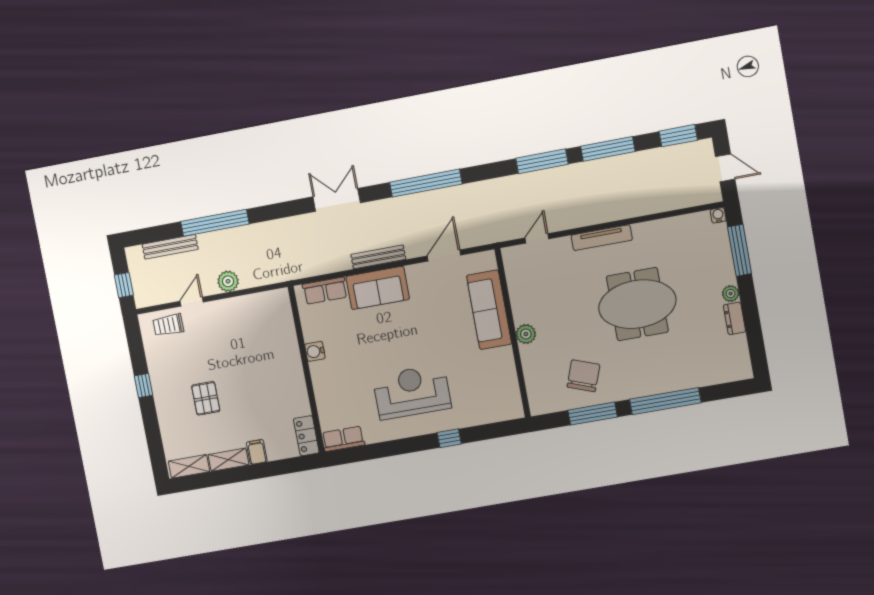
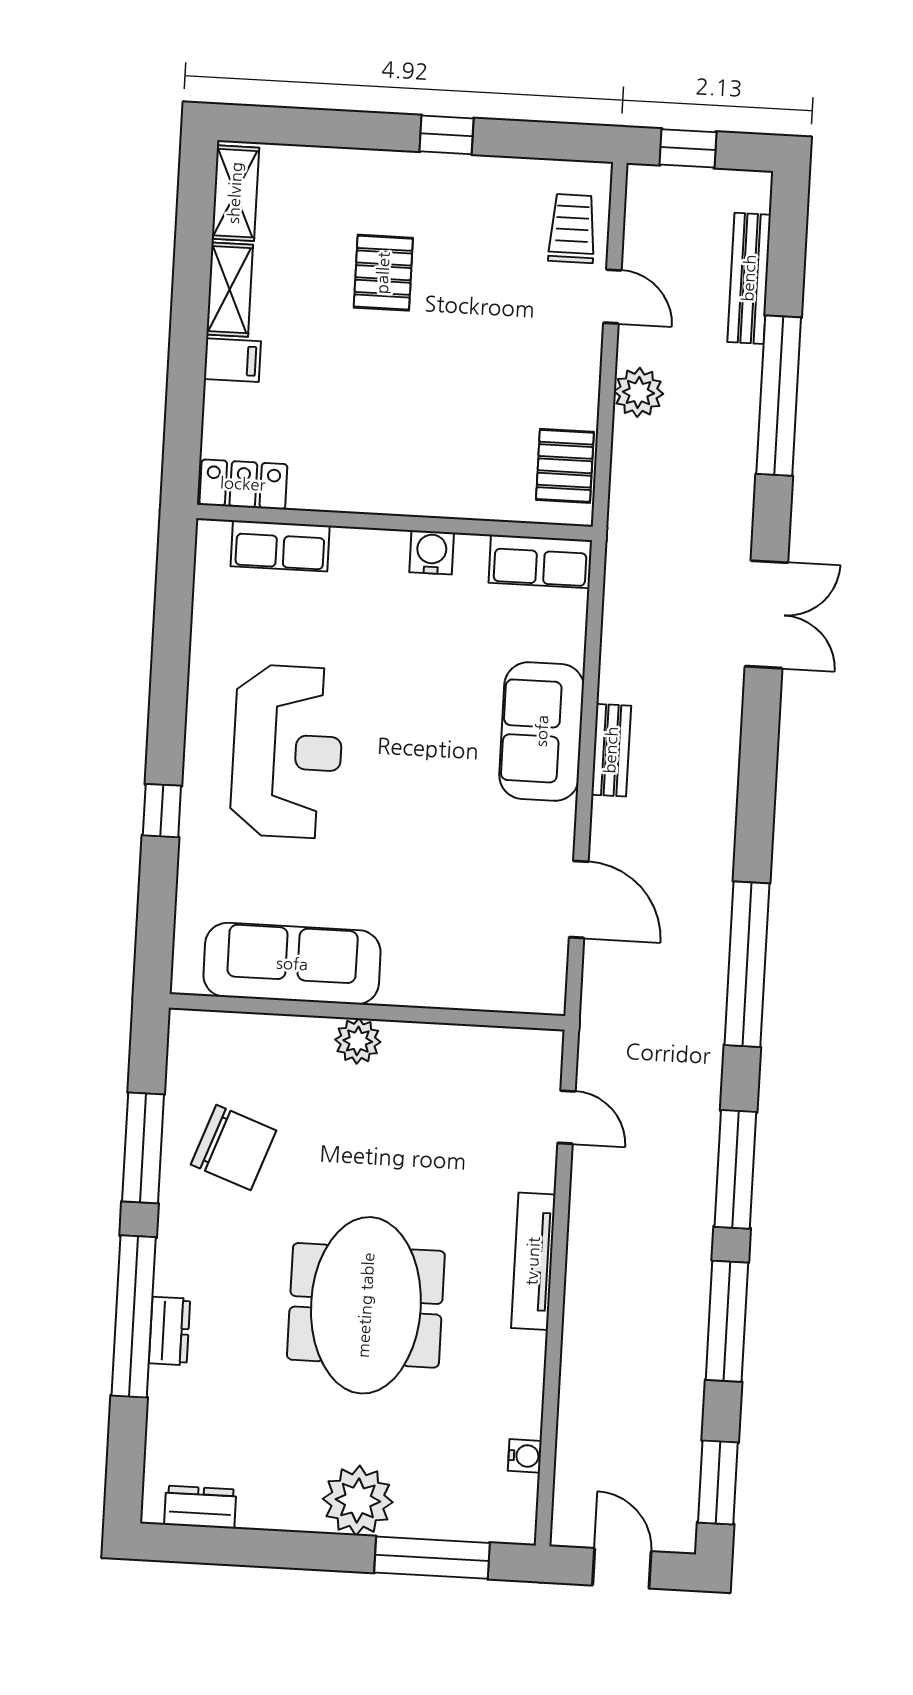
door: (725, 168) -> (622, 1568), swing flipped
window: (426, 183) -> (747, 964), moved
double door: (337, 200) -> (766, 614), moved
water cooler: (718, 215) -> (525, 1456), moved
bench: (378, 257) -> (611, 750), width x0.73
row of seats: (325, 291) -> (540, 561), moved, turned -90
plant: (731, 294) -> (358, 1500), width x1.87, depth x1.87
pallet: (266, 305) -> (565, 466), added
sofa: (489, 310) -> (292, 964), moved
dresser: (734, 318) -> (200, 1507), moved
dresser: (668, 385) -> (170, 1331), added
pallet: (206, 398) -> (383, 273), turned 90
row of seats: (343, 439) -> (280, 546), moved, turned 90

